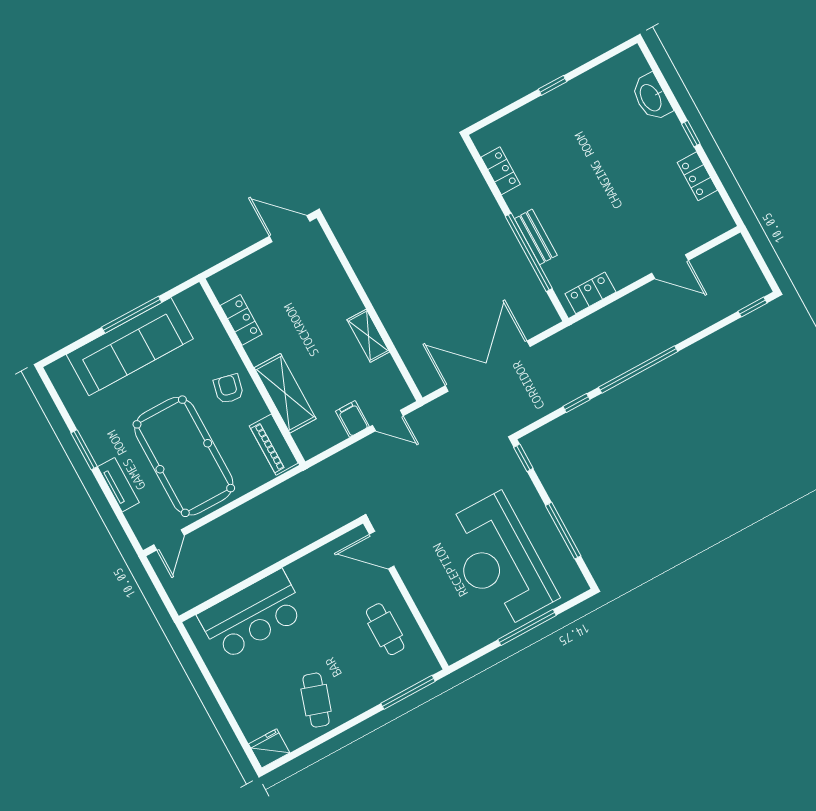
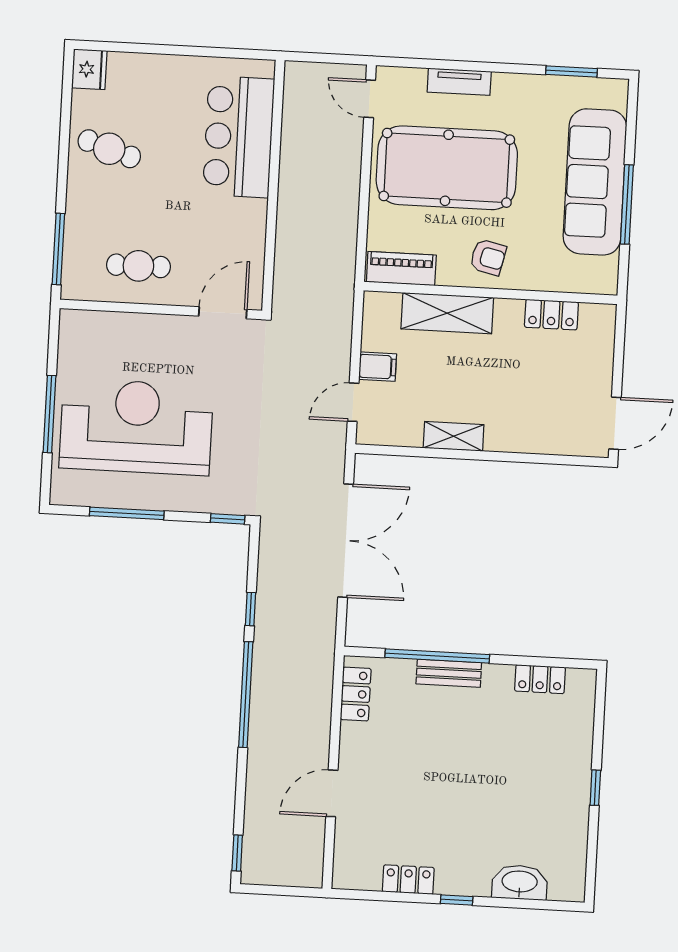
window: (84, 450) -> (571, 71), moved

